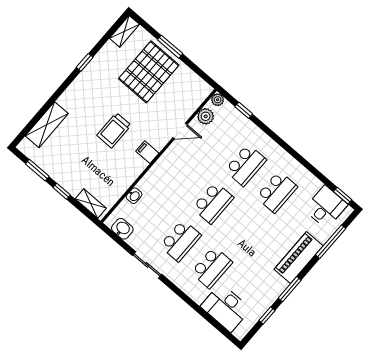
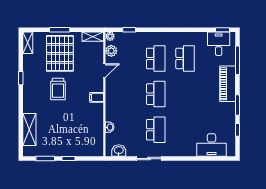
trolley: (114, 130) -> (58, 89), moved
shelving: (91, 203) -> (93, 37), moved
school desk: (212, 267) -> (185, 130), removed

